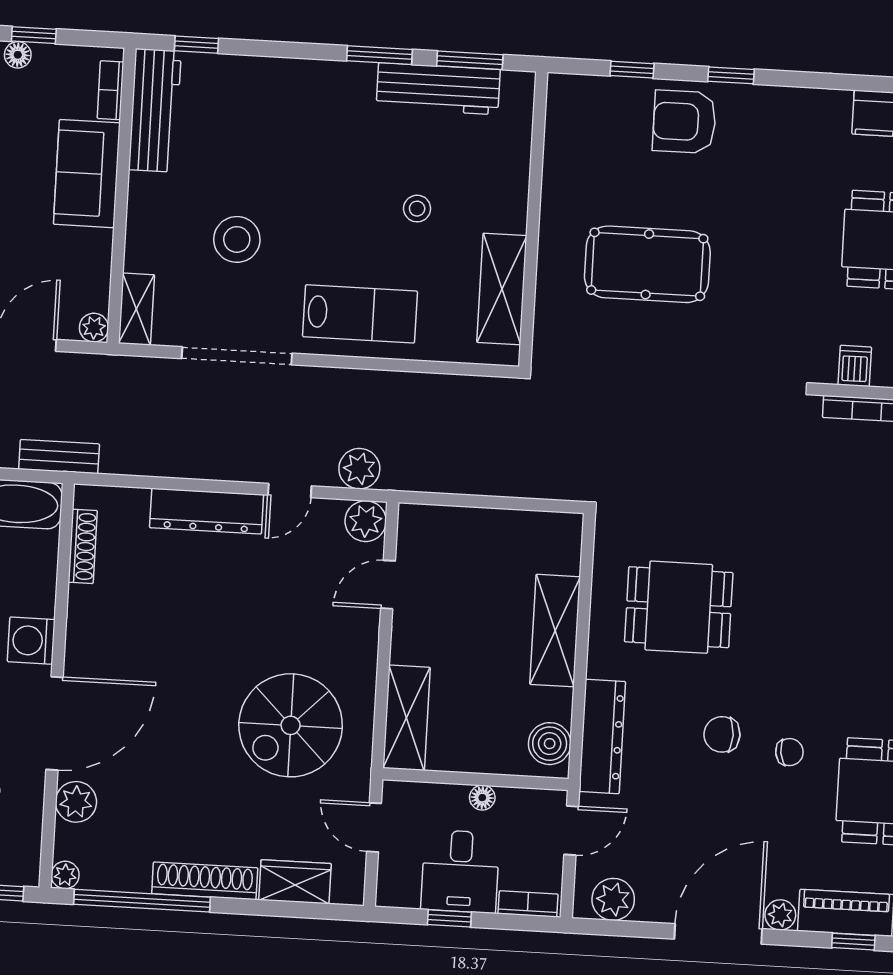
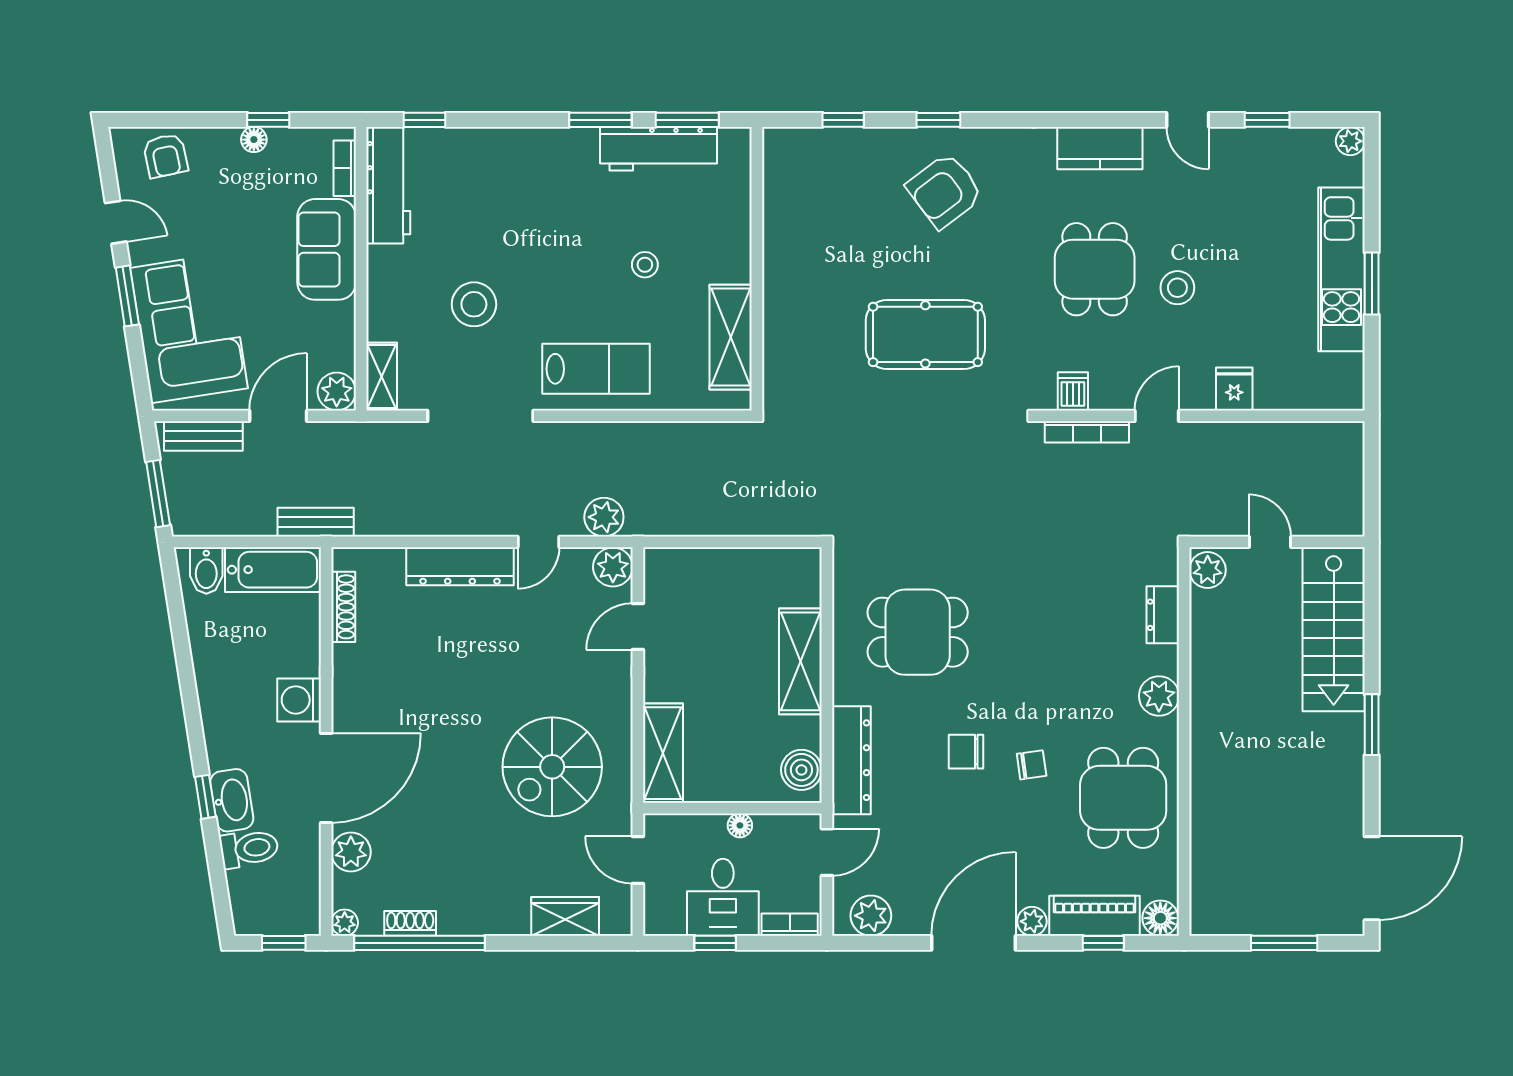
armchair: (684, 122) -> (945, 191), moved, turned -37
pool table: (647, 264) -> (925, 334), moved
plant: (94, 328) -> (337, 391), width x1.38, depth x1.38
shoe rack: (205, 881) -> (410, 923), moved, width x0.51, depth x0.81

